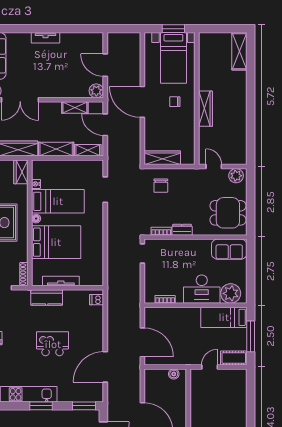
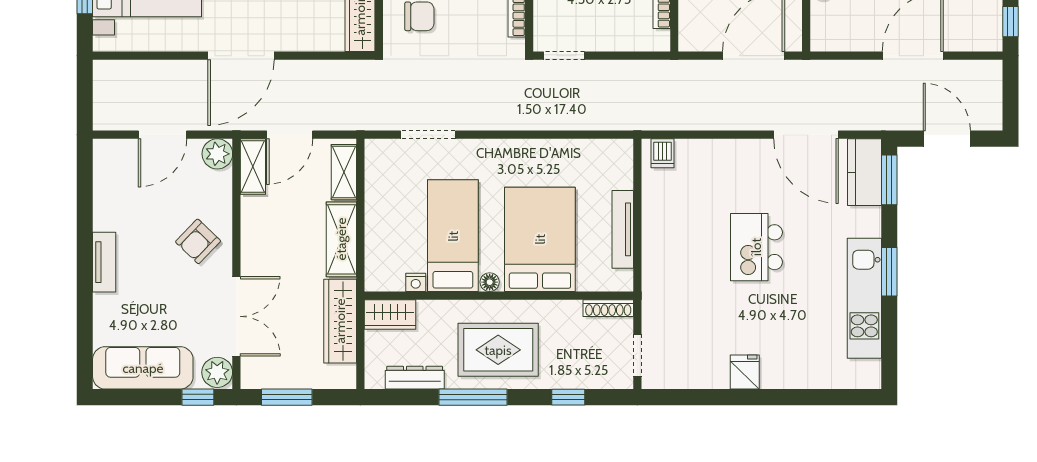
armchair: (55, 82) -> (198, 241), added
shelving: (75, 108) -> (253, 166), moved
kitchen counter: (47, 298) -> (864, 172), moved, turned 180

